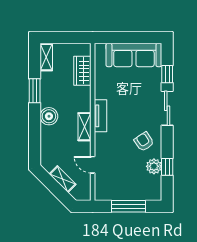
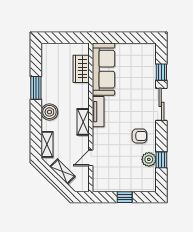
sofa: (134, 55) -> (103, 69), moved, turned -90
shelving: (46, 57) -> (47, 144), moved
armchair: (144, 142) -> (139, 136), turned 124
door: (93, 165) -> (91, 158), hinge flipped
window: (128, 206) -> (125, 197), width x0.46

